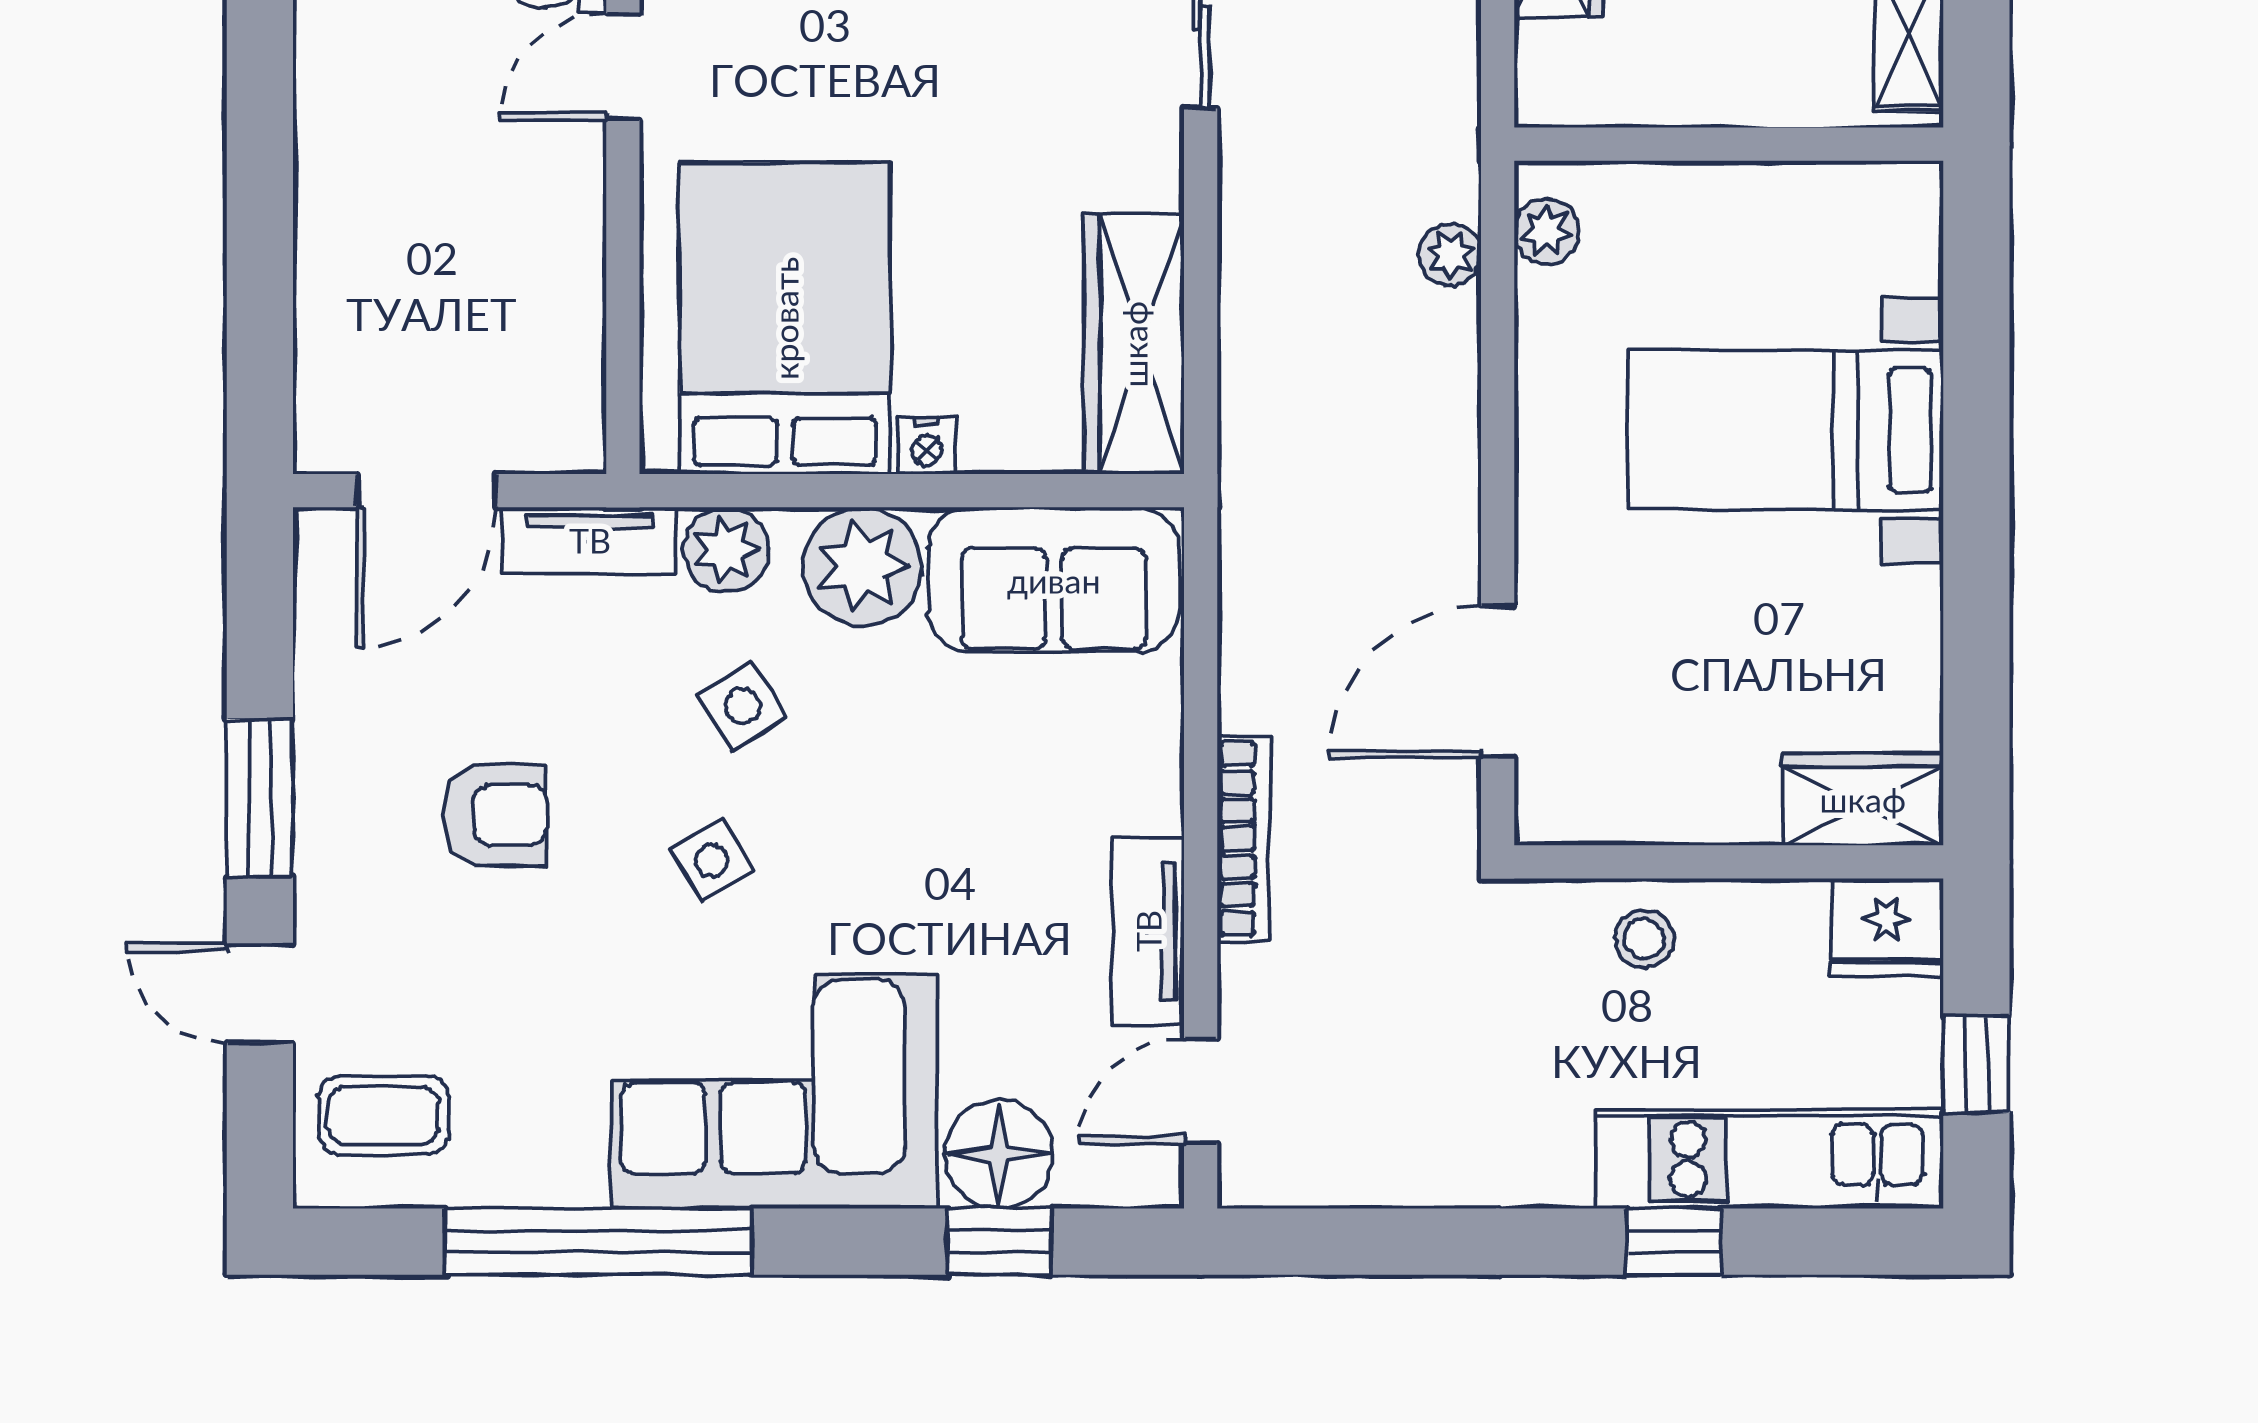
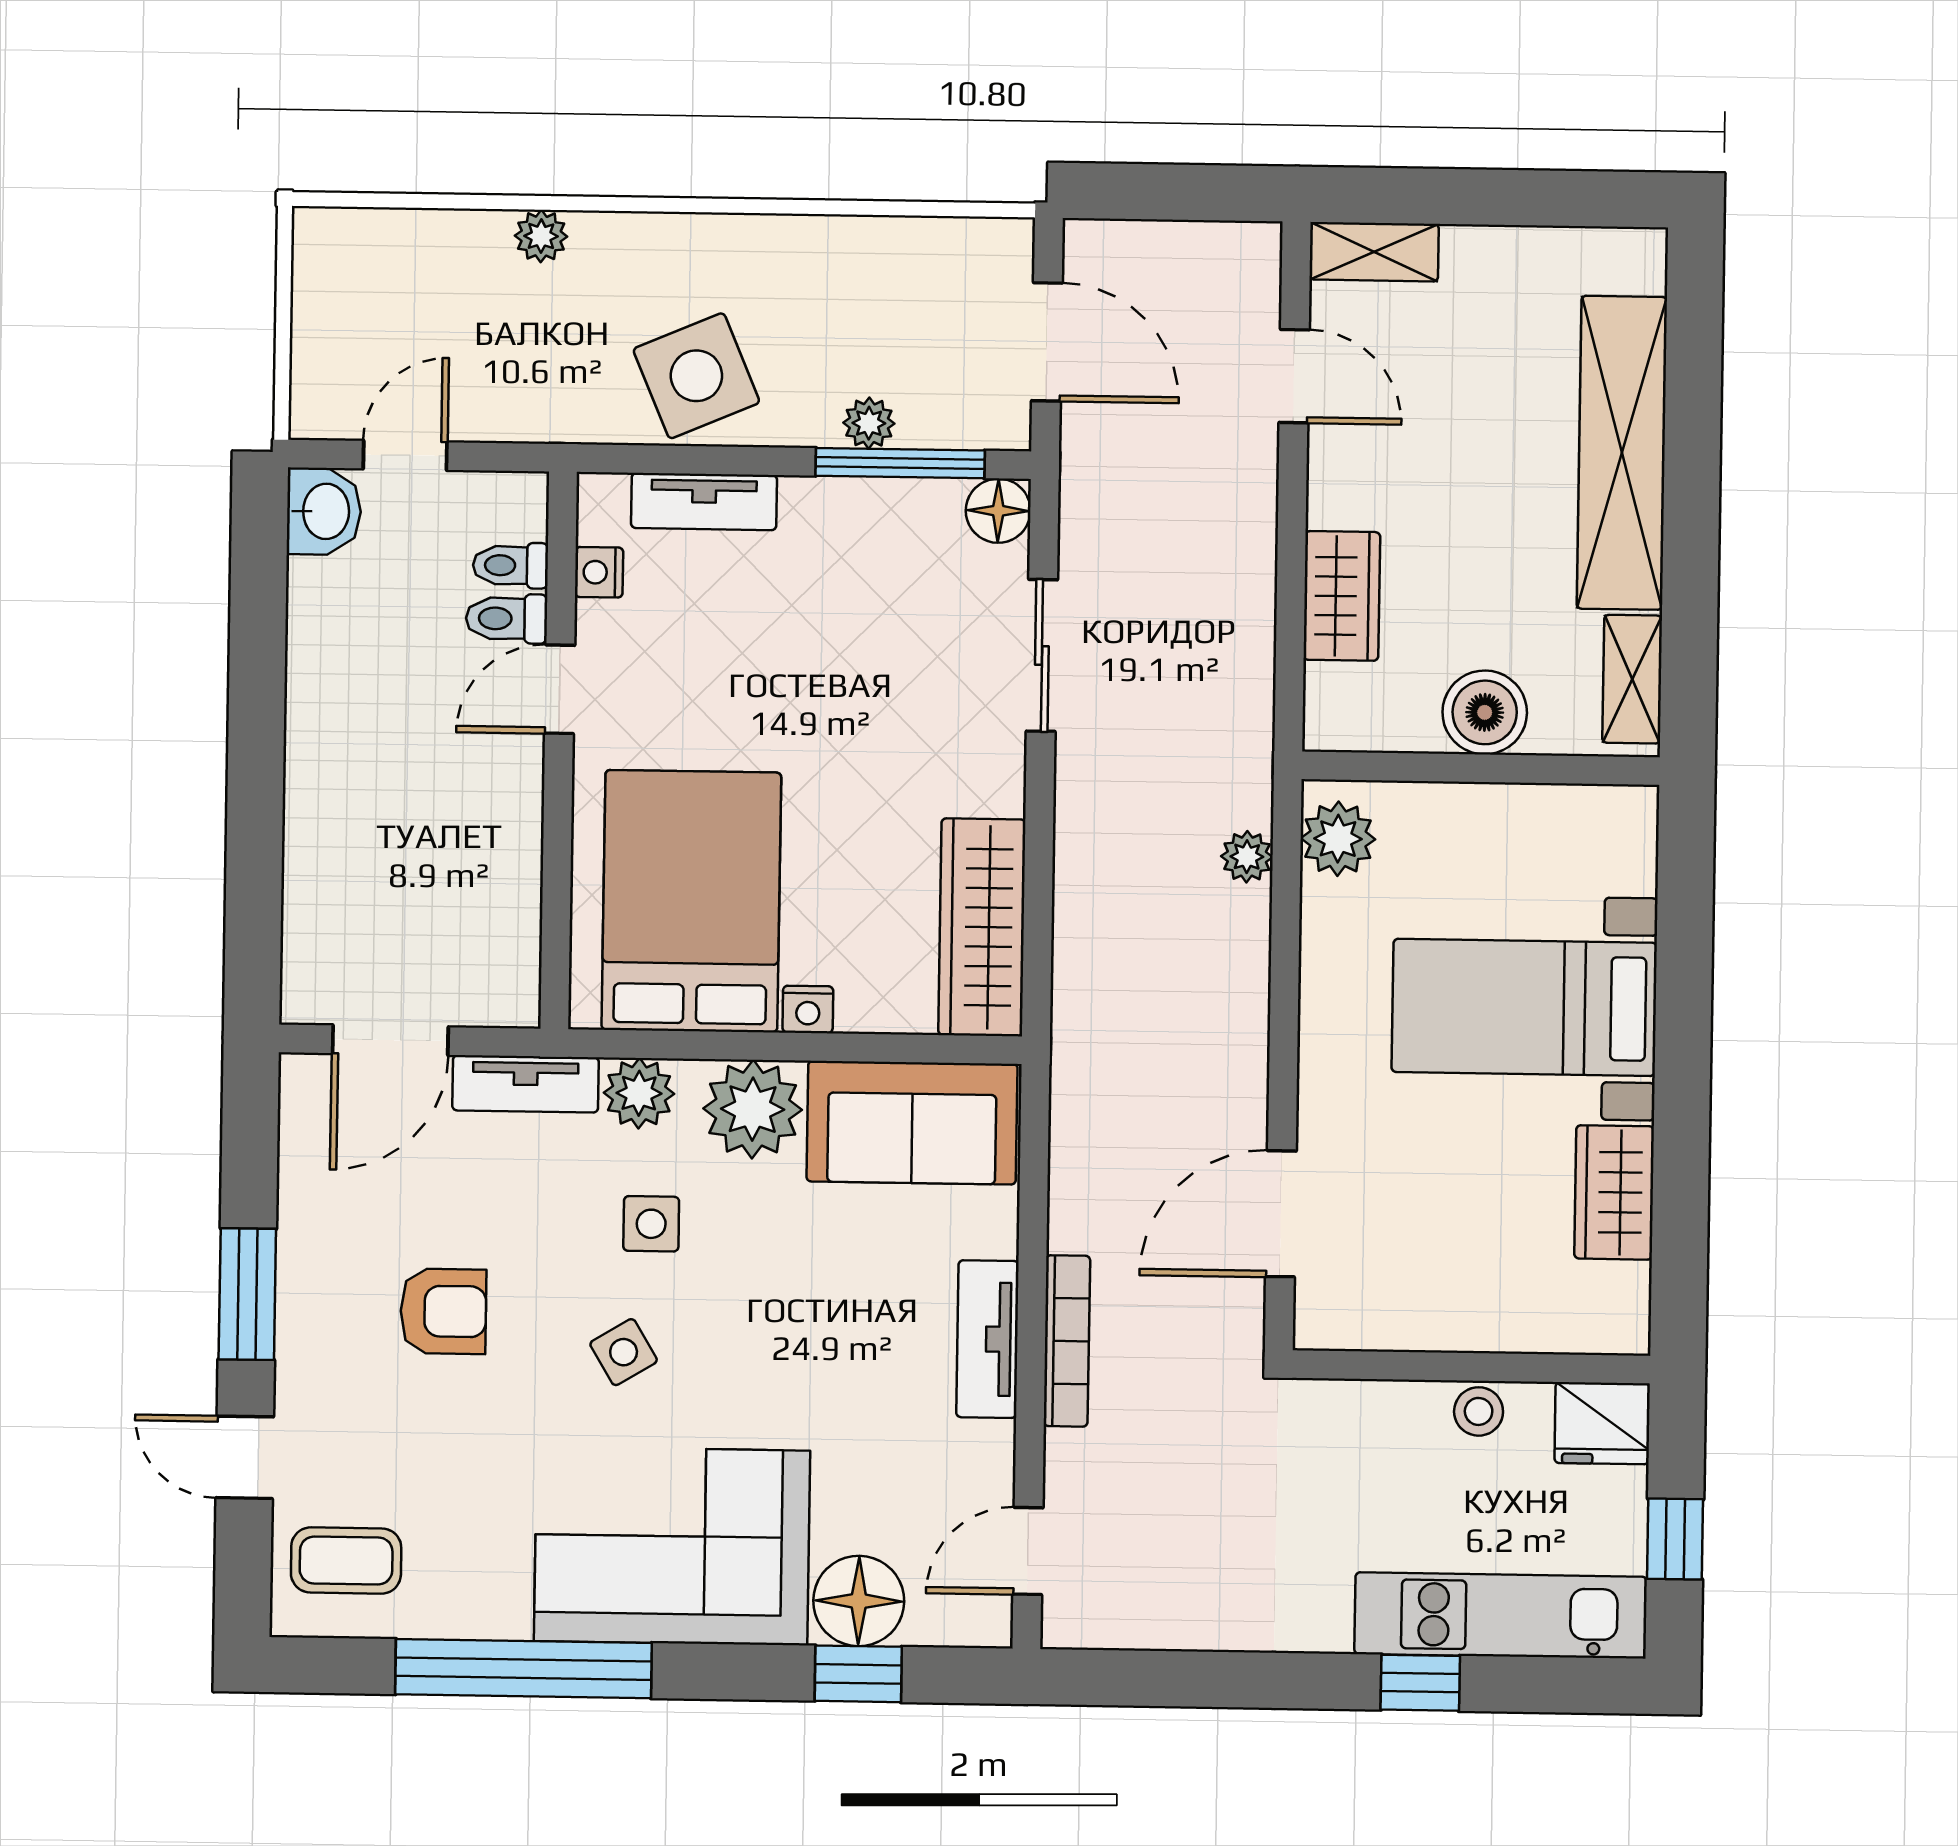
boiler: (1733, 77) -> (1485, 712), added
plant: (1547, 231) -> (1338, 839), width x1.38, depth x1.38
side table: (743, 706) -> (651, 1224), turned 32
wardrobe: (1863, 799) -> (1614, 1192), moved, turned -90
tv unit: (1148, 931) -> (987, 1339), moved
stool: (1644, 938) -> (1479, 1411), moved

